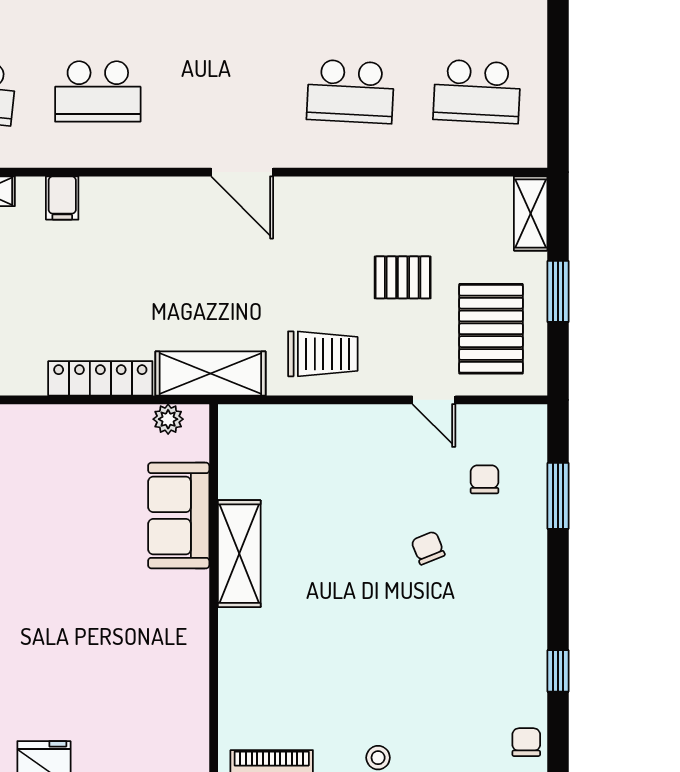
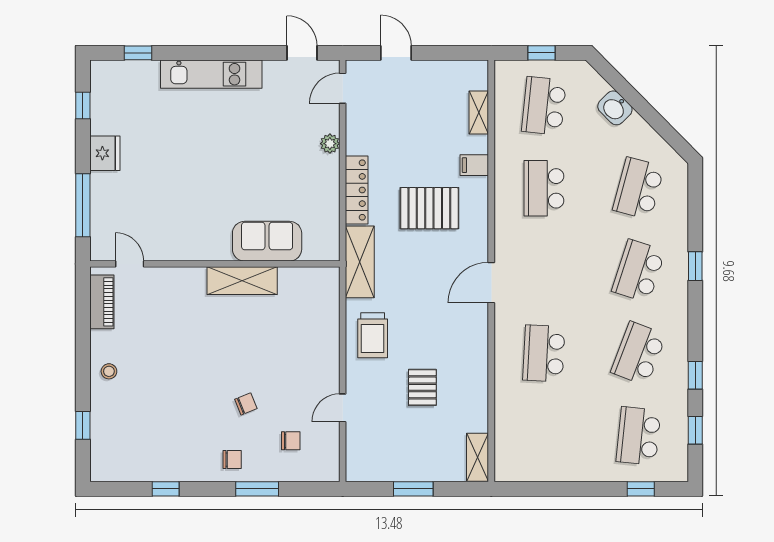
school desk: (477, 91) -> (544, 436), removed
shelving: (531, 213) -> (478, 457), moved, turned 90
pallet: (491, 329) -> (429, 208), moved
plant: (168, 419) -> (330, 144), moved
window: (558, 496) -> (257, 489), moved
door: (214, 726) -> (130, 264), added
chair: (526, 742) -> (232, 459), moved

